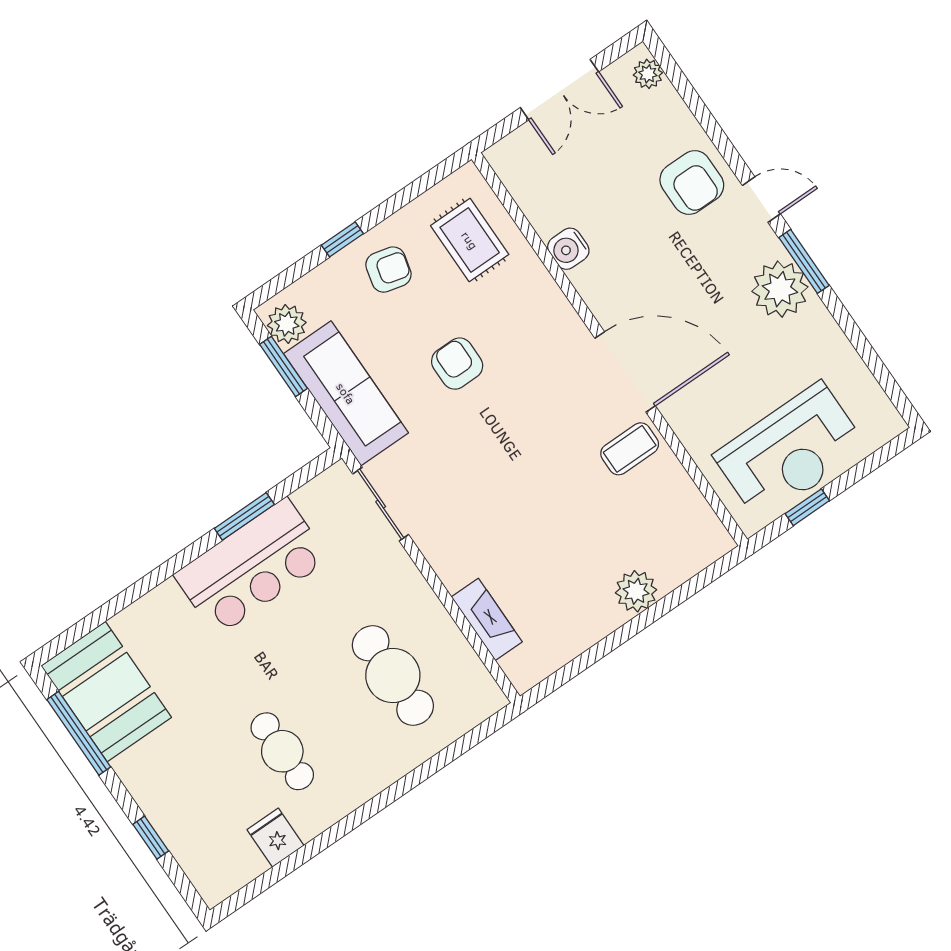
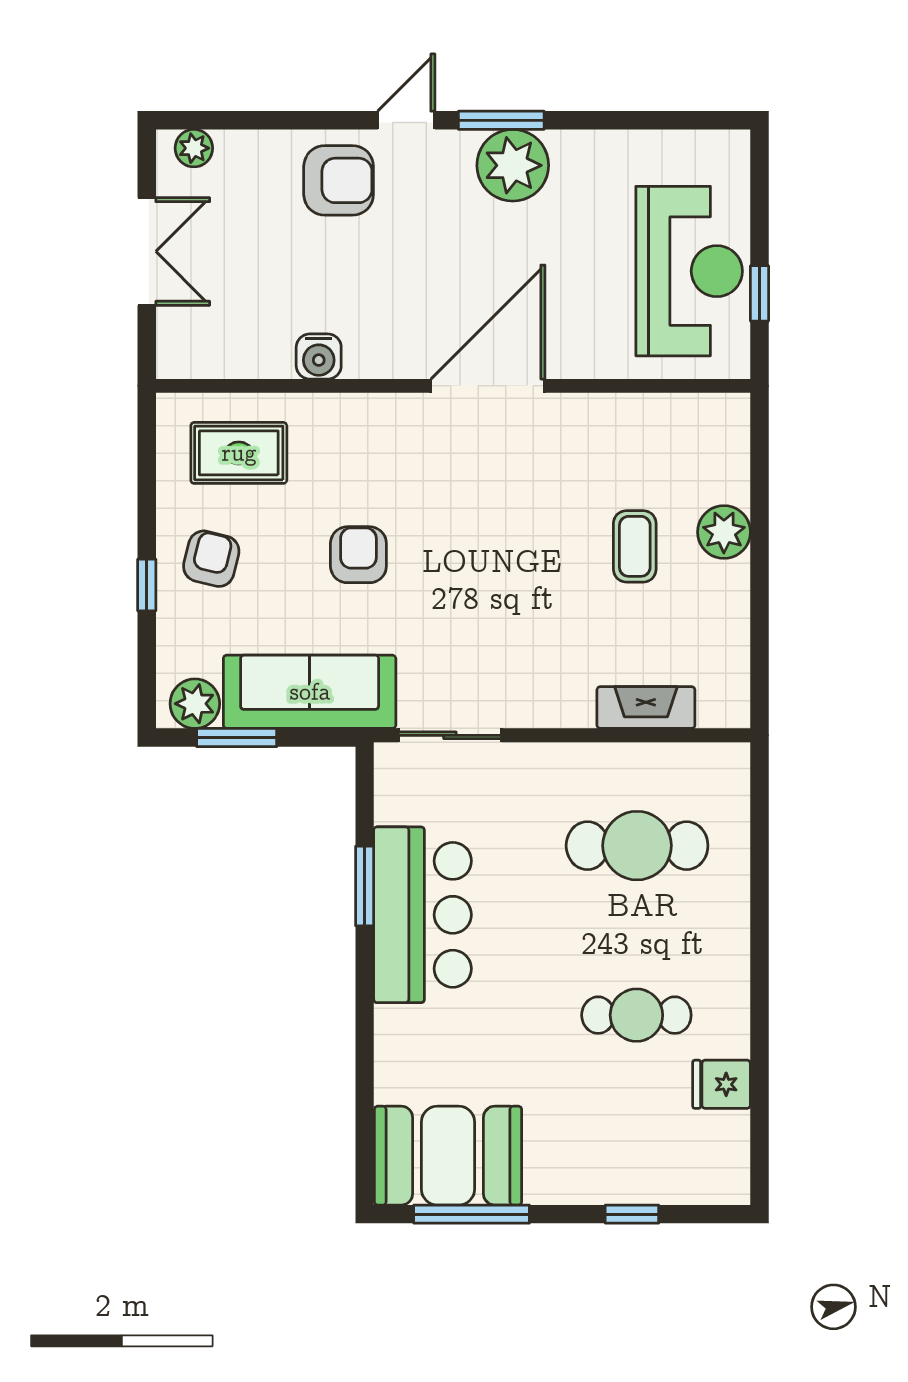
armchair: (457, 364) -> (358, 555), turned 90
coffee table: (630, 449) -> (635, 546), moved

